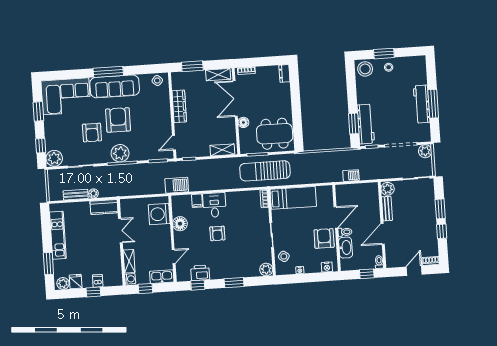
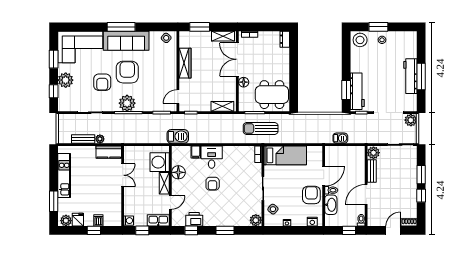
plant: (54, 158) -> (66, 80), moved
sun lounger: (265, 171) -> (261, 129), width x0.73, depth x0.75
shelving: (129, 261) -> (164, 183), moved

